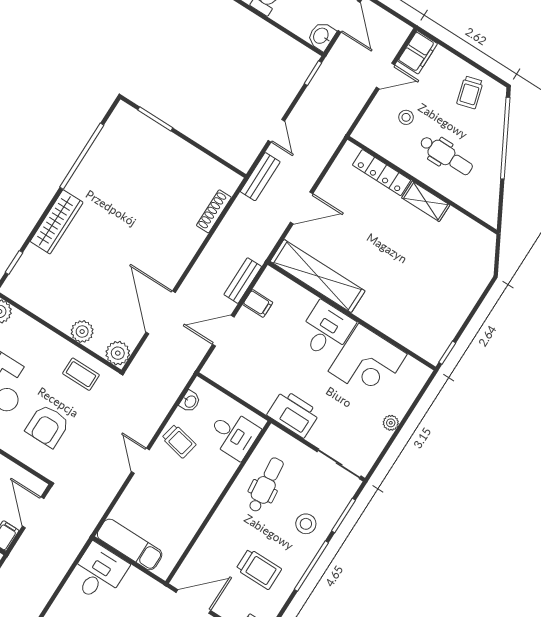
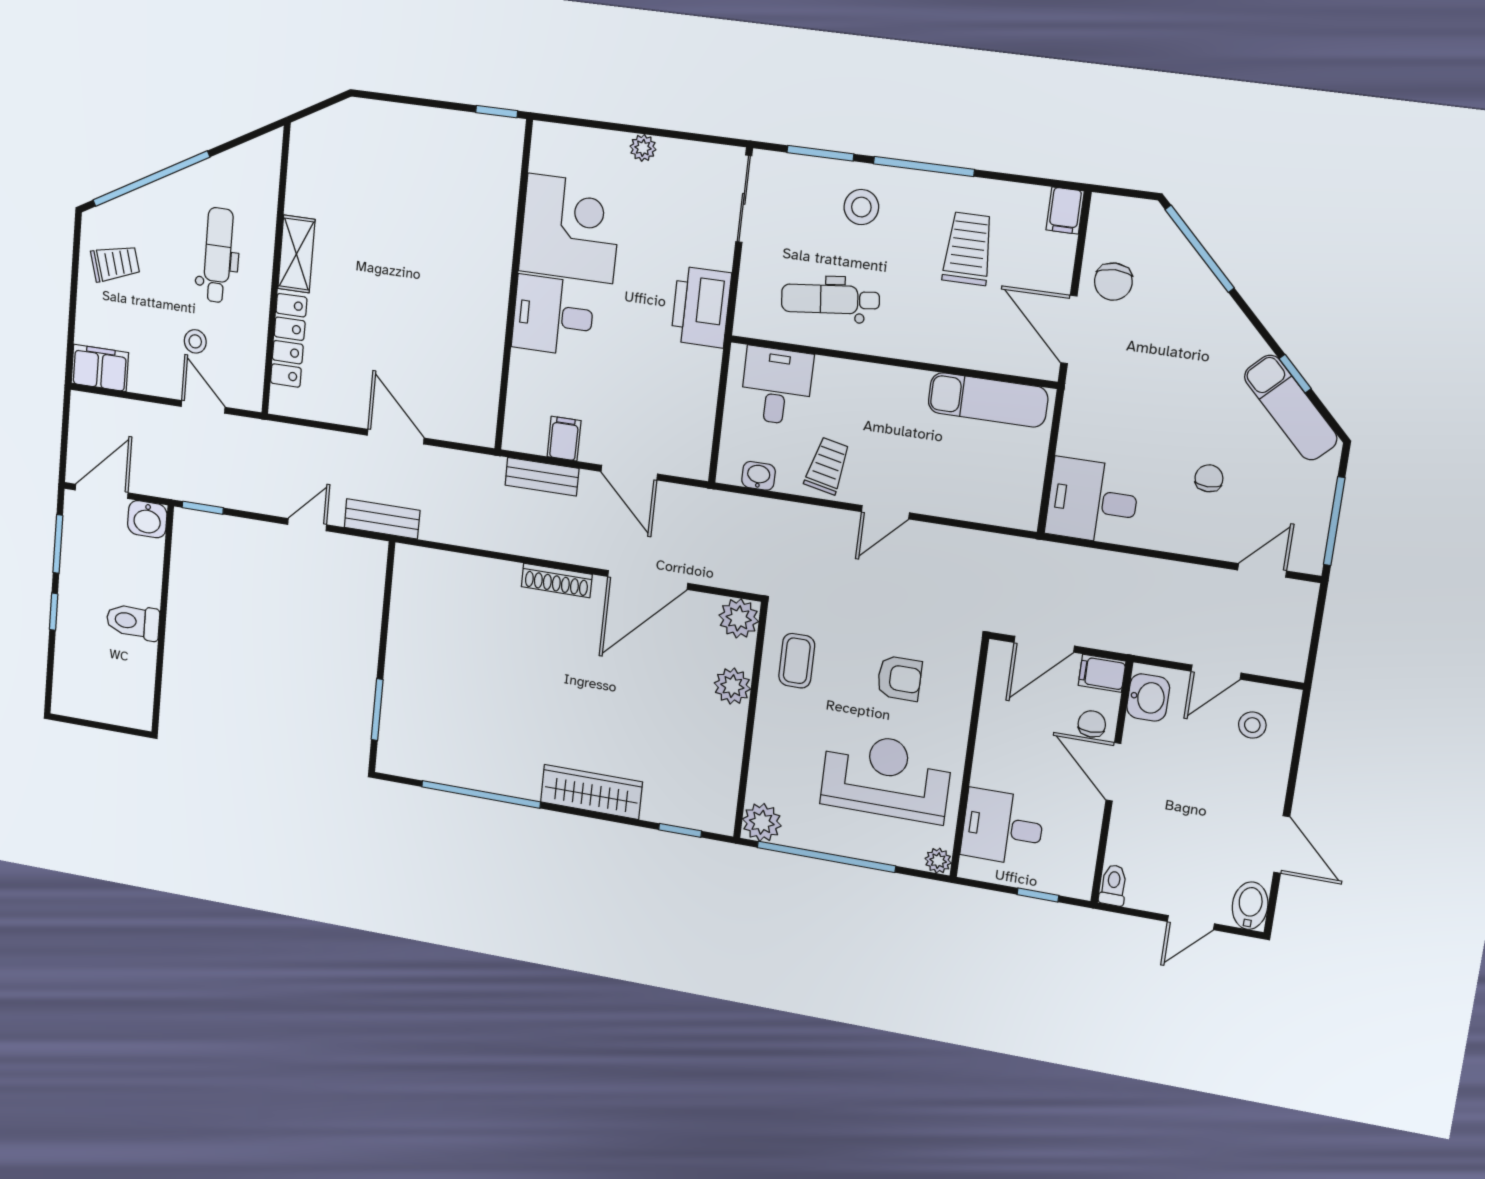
door: (385, 76) -> (203, 407), moved
shoe rack: (214, 211) -> (557, 581), moved
shelving: (318, 276) -> (481, 366), removed
armchair: (48, 426) -> (899, 678), width x0.72, depth x0.72
exam couch: (130, 544) -> (988, 400), moved, turned -90

